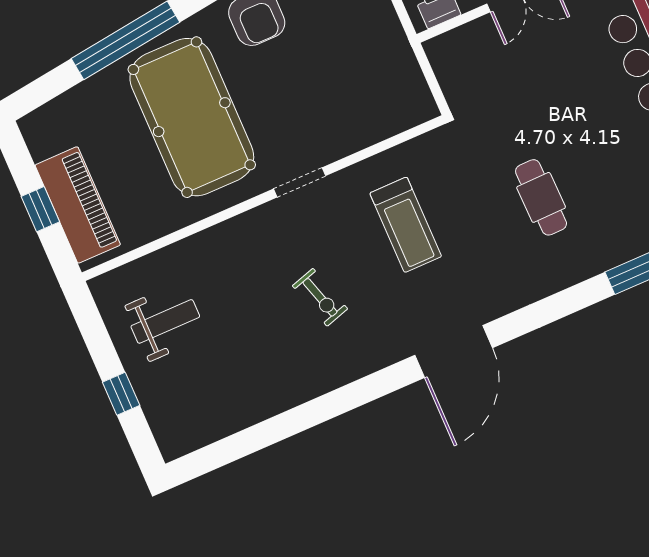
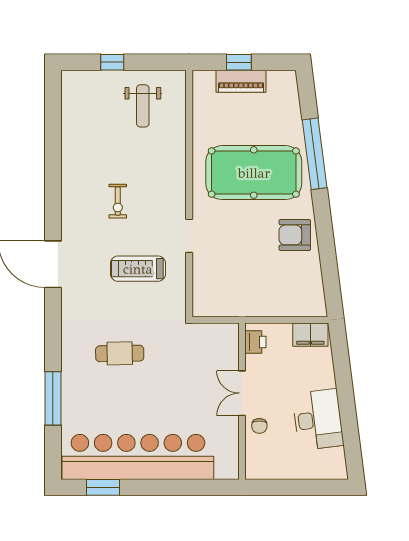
doorway: (300, 182) -> (189, 236), moved
piano: (78, 205) -> (241, 81), width x0.73, depth x0.75
exercise bike: (320, 297) -> (118, 201), turned -73

